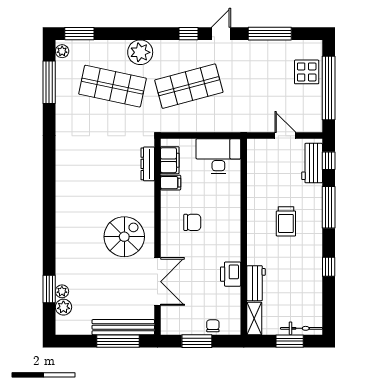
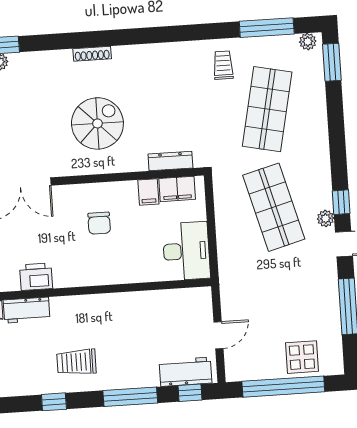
plant: (140, 52) -> (326, 218), moved, width x0.53, depth x0.53
trolley: (76, 118) -> (223, 65), added
shoe rack: (60, 219) -> (92, 54), added
trolley: (286, 221) -> (76, 362), moved
spiral stairs: (124, 237) -> (97, 123), moved, turned -90

